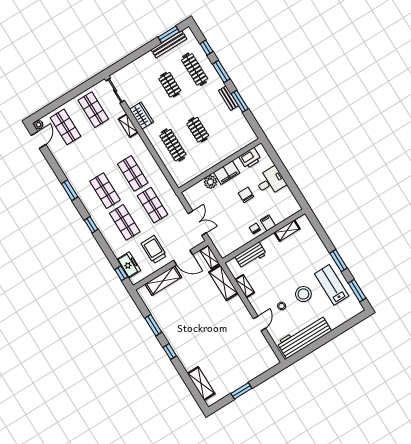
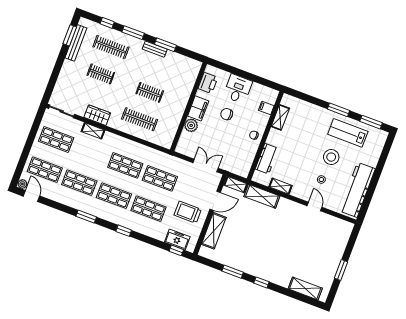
shop shelf: (85, 159) -> (79, 183), added
filing cabinet: (268, 223) -> (266, 108), moved

